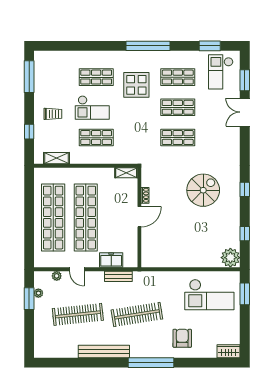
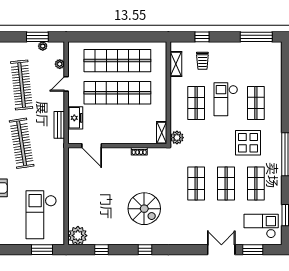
trolley: (53, 114) -> (202, 61), moved
plant: (131, 157) -> (177, 138), added
door: (139, 217) -> (92, 146), moved

